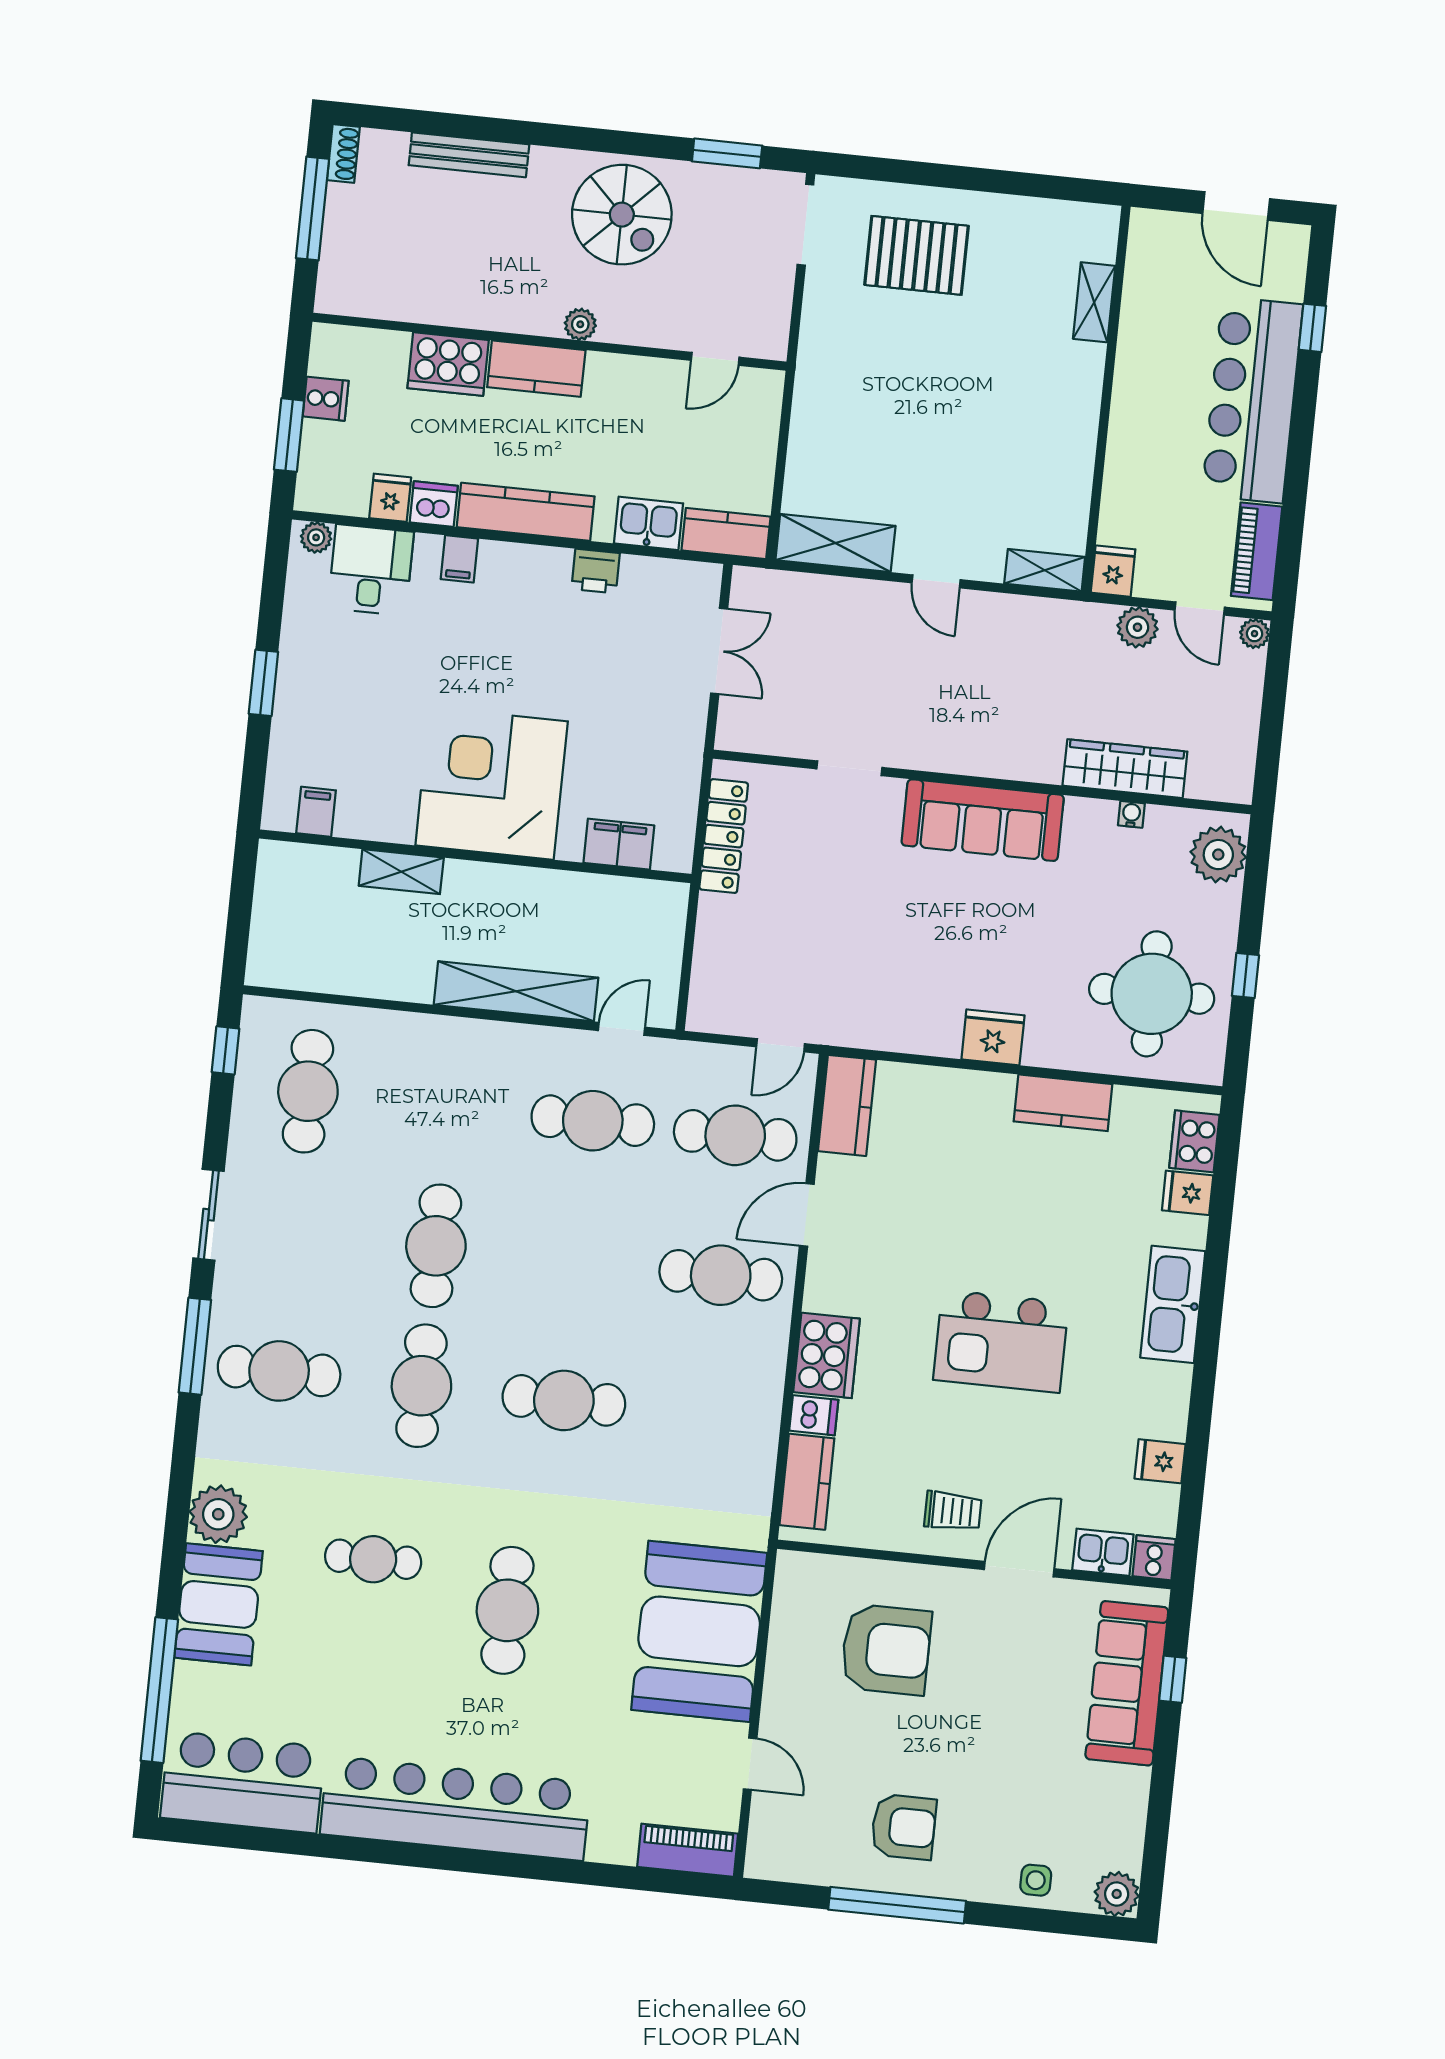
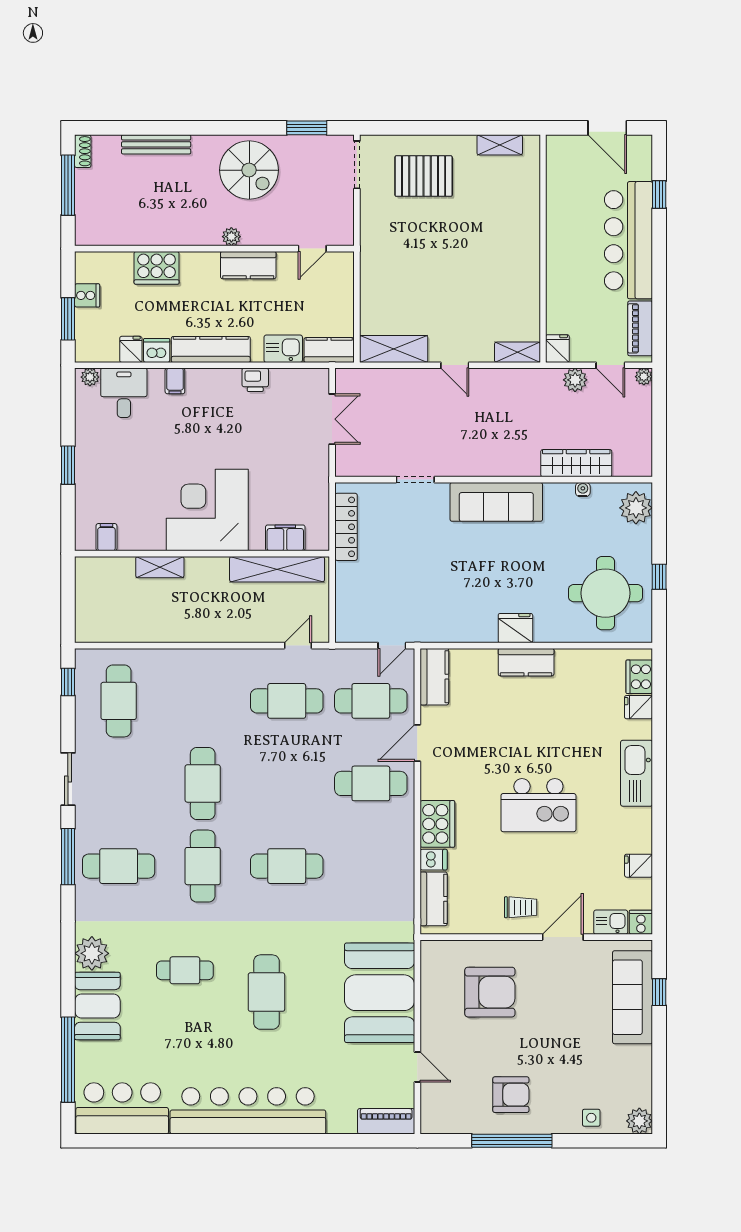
shelving: (1094, 302) -> (500, 145), moved, turned 90
kitchen counter: (536, 369) -> (248, 265), moved
shelving: (516, 991) -> (277, 569), moved
kitchen counter: (1063, 1103) -> (526, 662), moved

